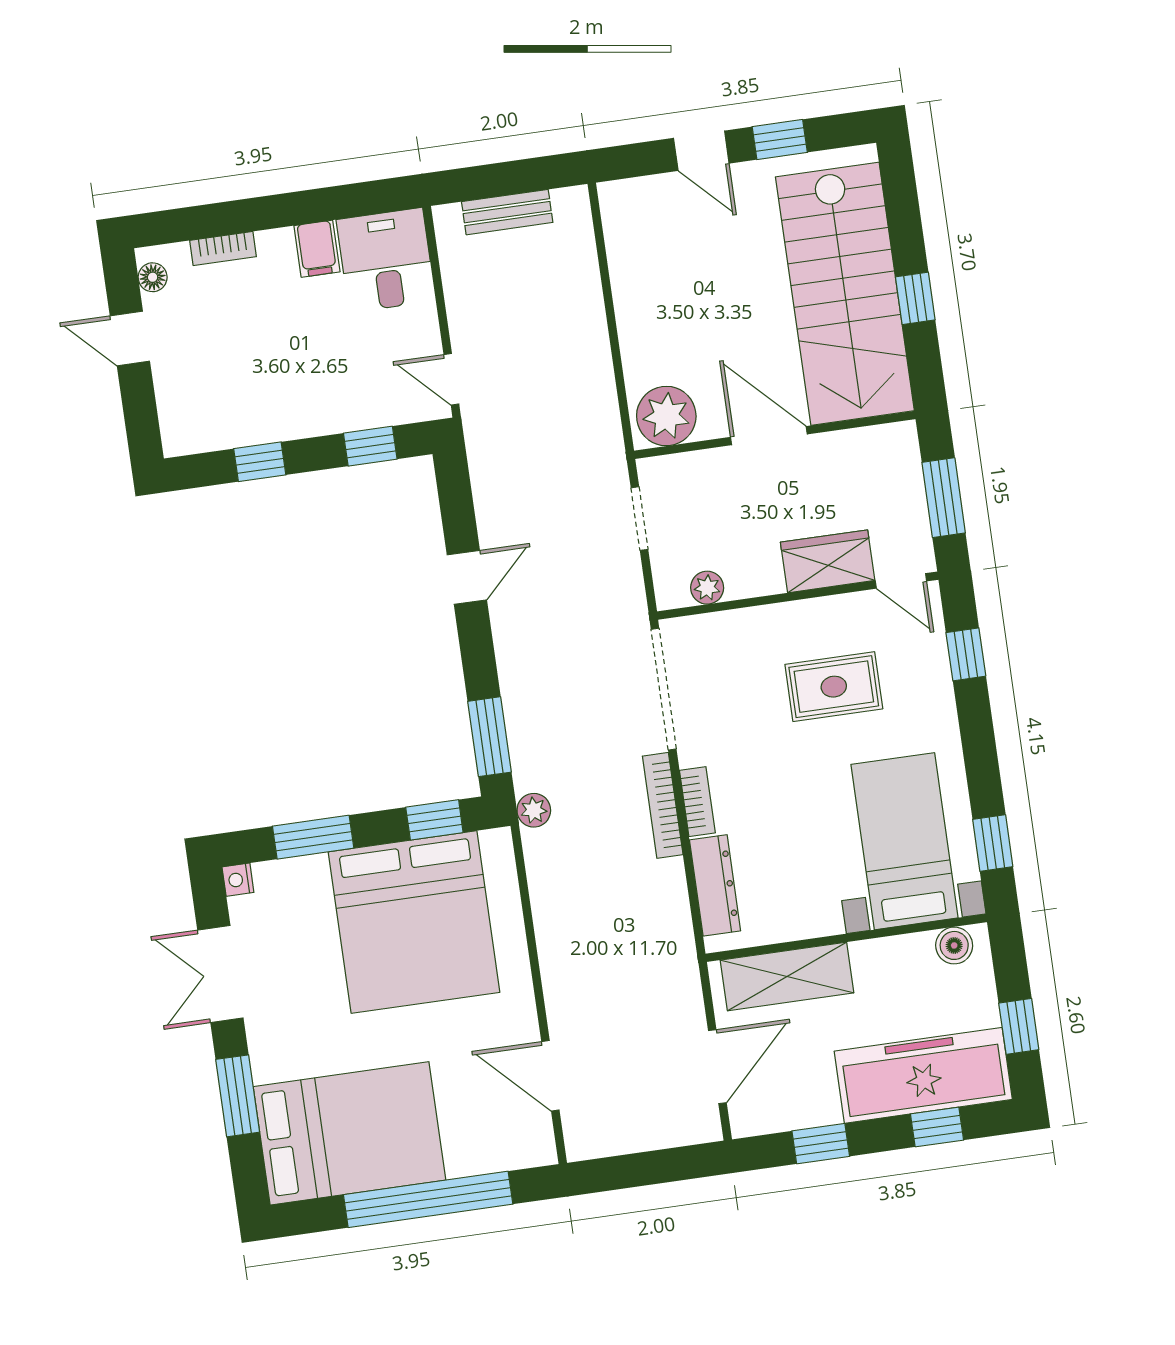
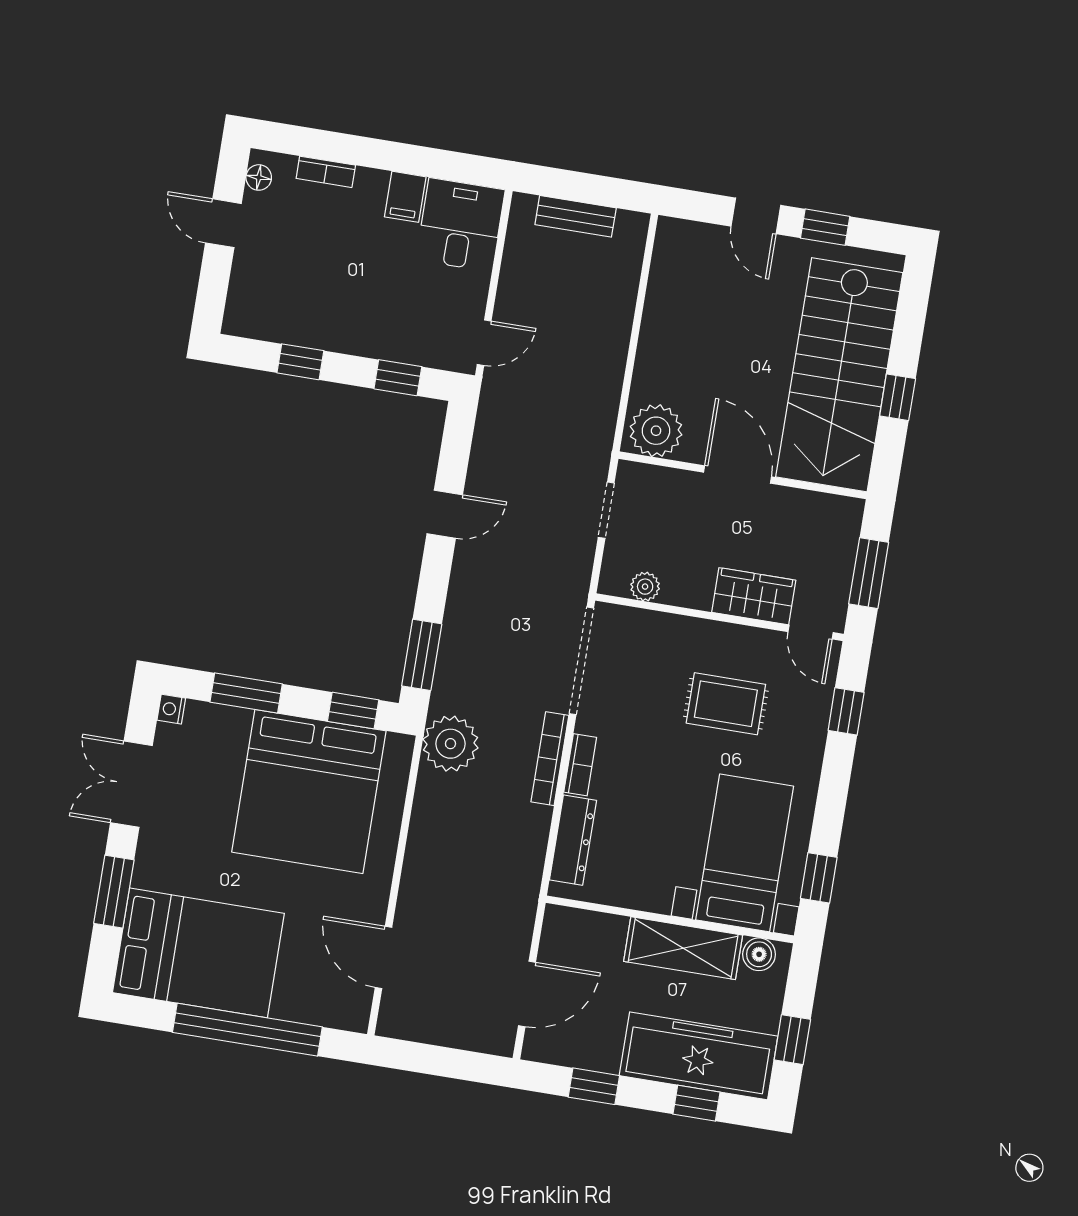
door: (451, 379) -> (484, 343), swing flipped
plant: (534, 810) -> (450, 744), width x1.88, depth x1.88
shelving: (787, 976) -> (683, 948), moved

